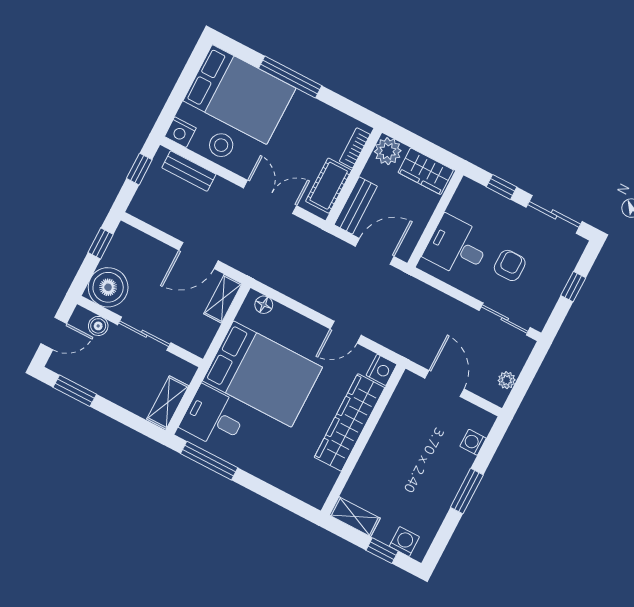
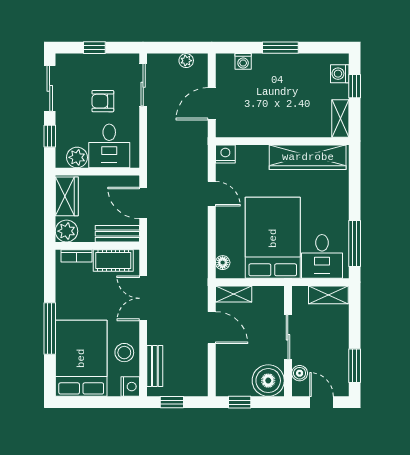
plant: (463, 205) -> (77, 157), added
wardrobe: (350, 422) -> (308, 157), moved

